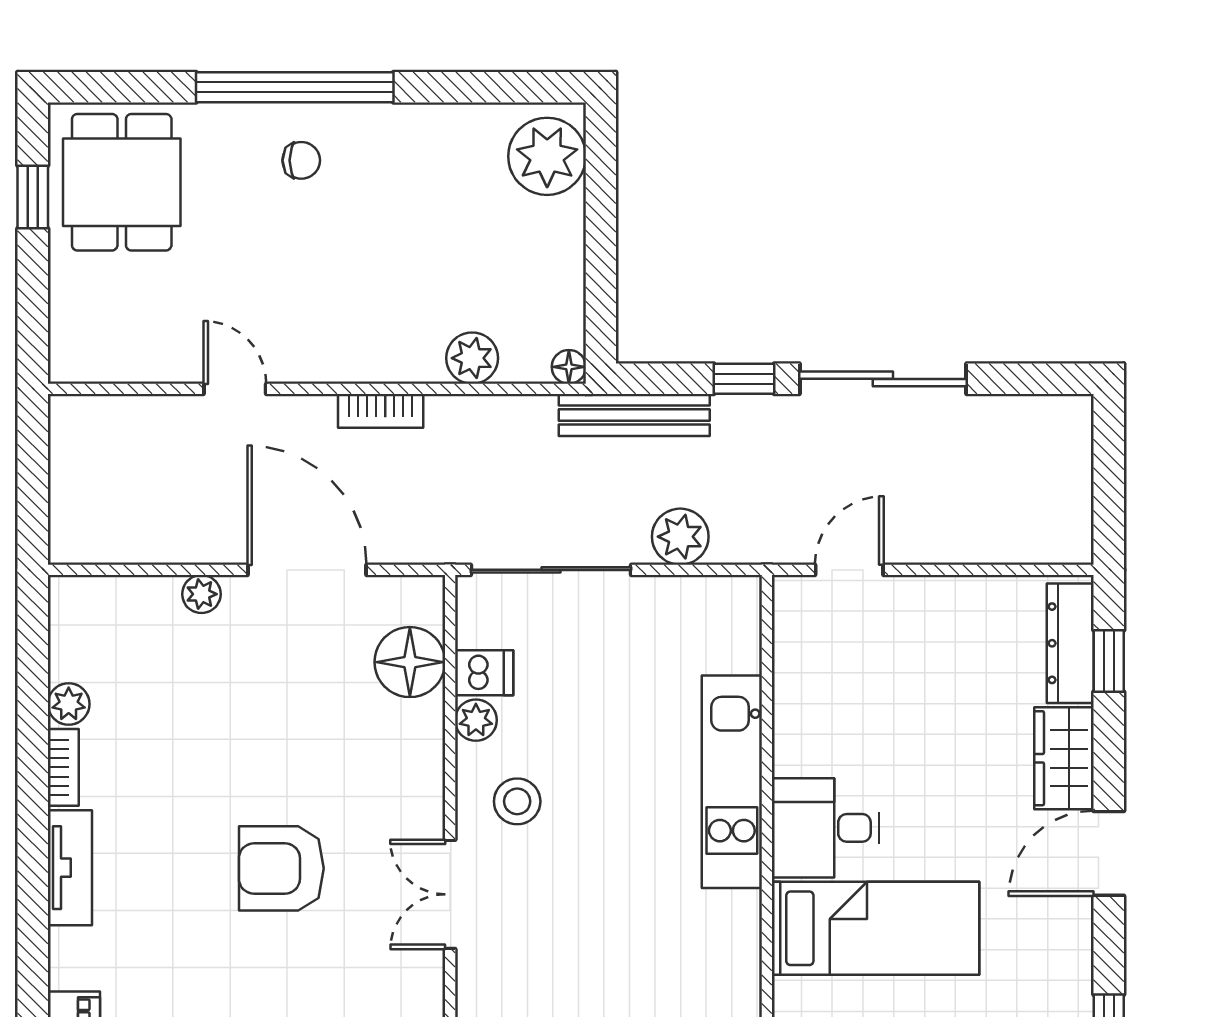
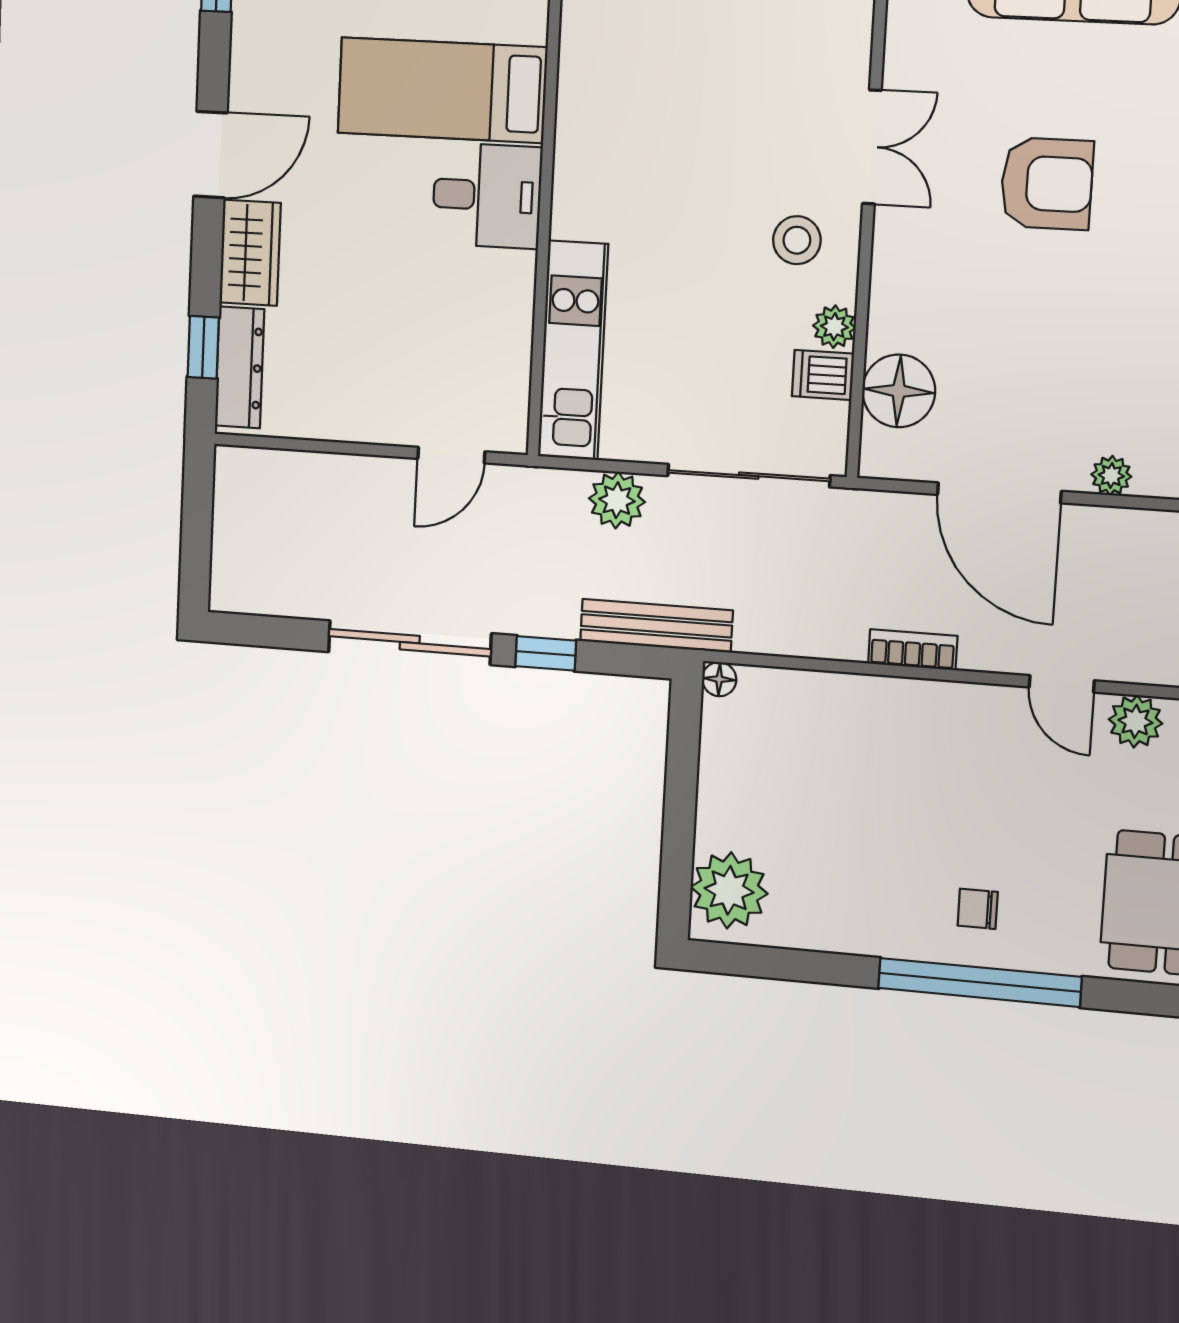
plant: (472, 358) -> (1135, 721), moved
kitchen unit: (732, 782) -> (573, 350), moved

